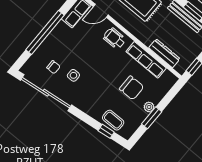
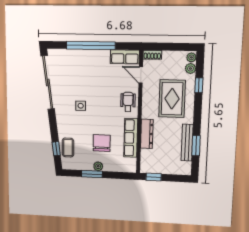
dresser: (164, 53) -> (147, 134), moved
chair: (53, 67) -> (70, 73), removed
side table: (73, 75) -> (81, 106), moved
chair: (132, 88) -> (102, 143), turned 180

